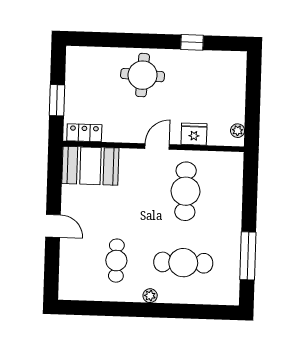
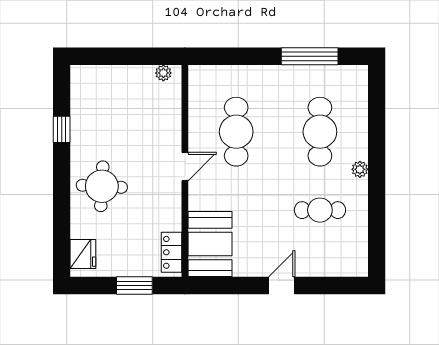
fridge: (194, 134) -> (83, 254), moved, turned 180
door: (157, 146) -> (185, 167), swing flipped
cafe table: (185, 191) -> (236, 132), turned 90

